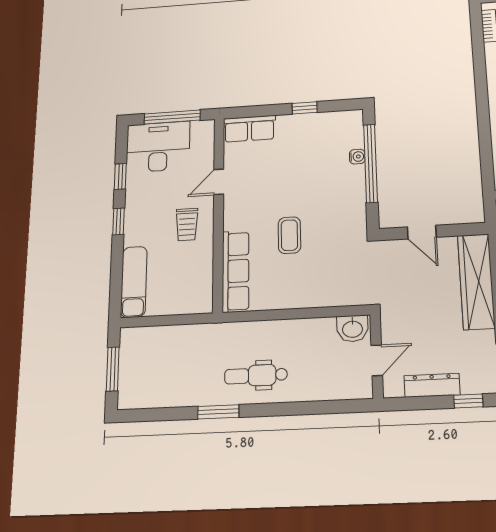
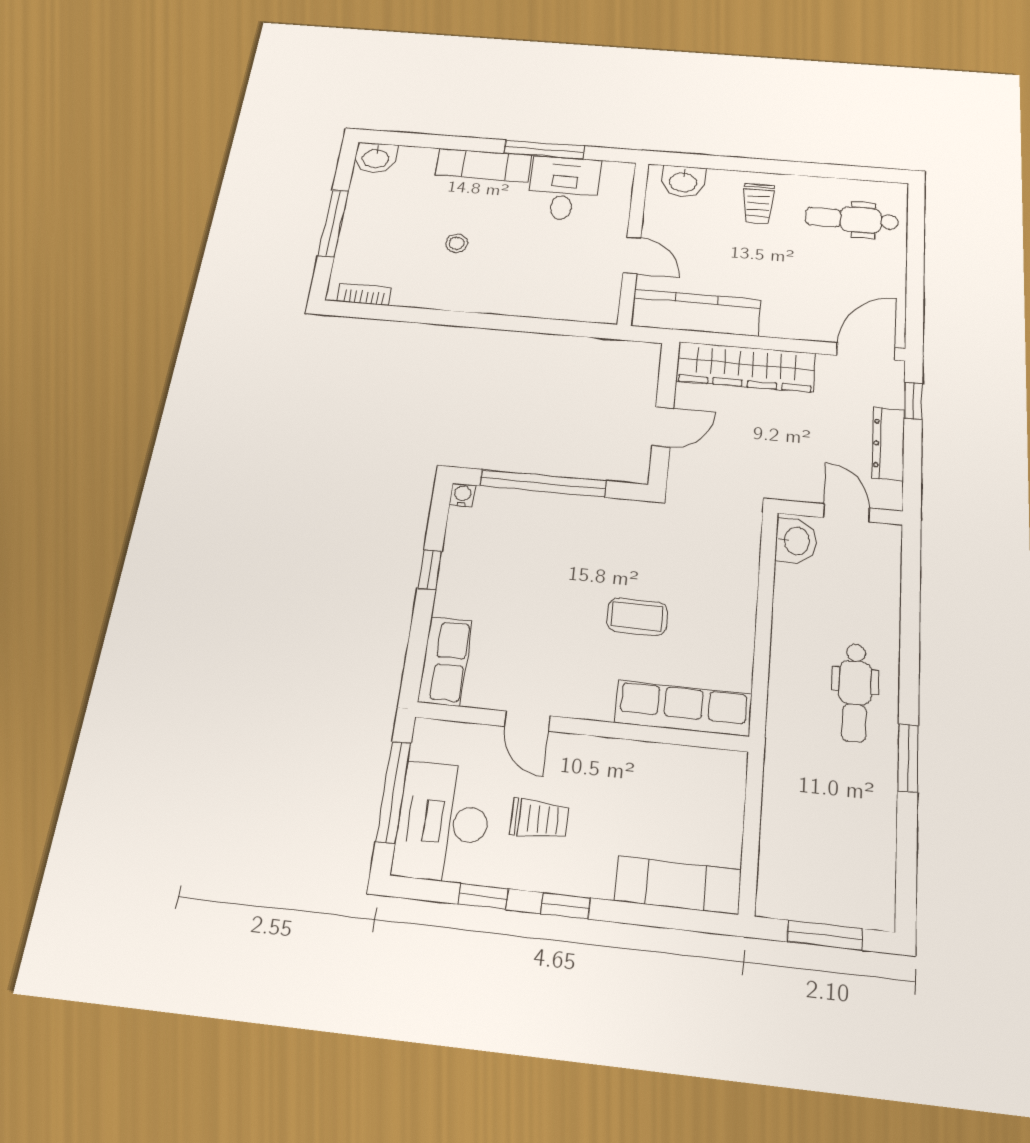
water cooler: (357, 157) -> (462, 495), moved
trolley: (187, 224) -> (539, 819), moved

